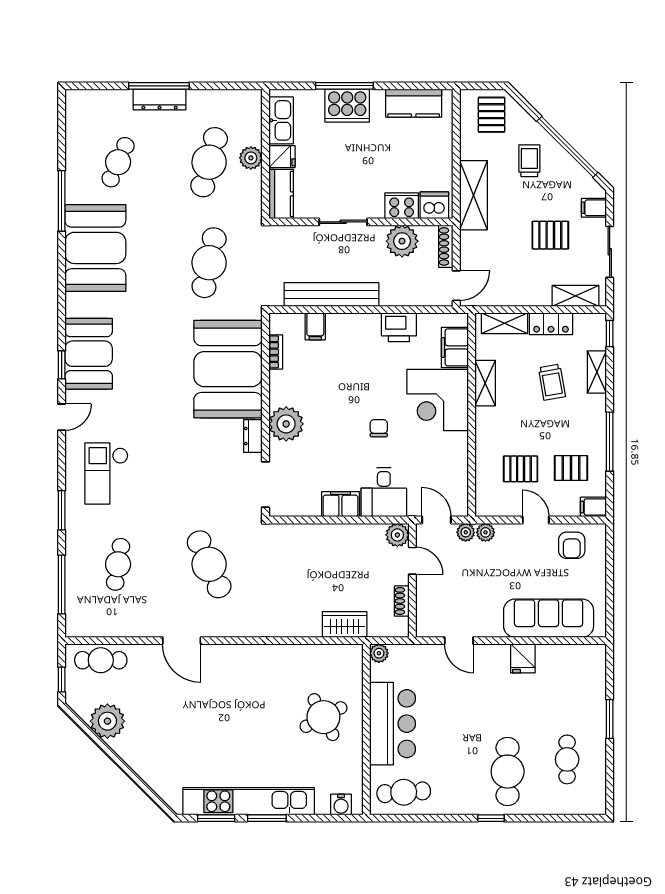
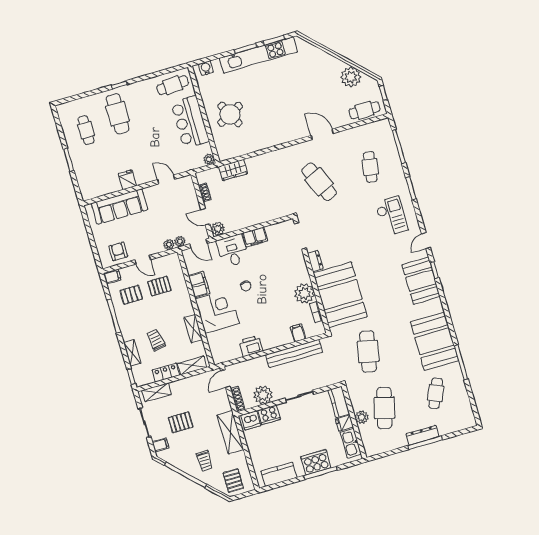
filing cabinet: (455, 347) -> (199, 285), moved
plant: (286, 424) -> (304, 293), moved

